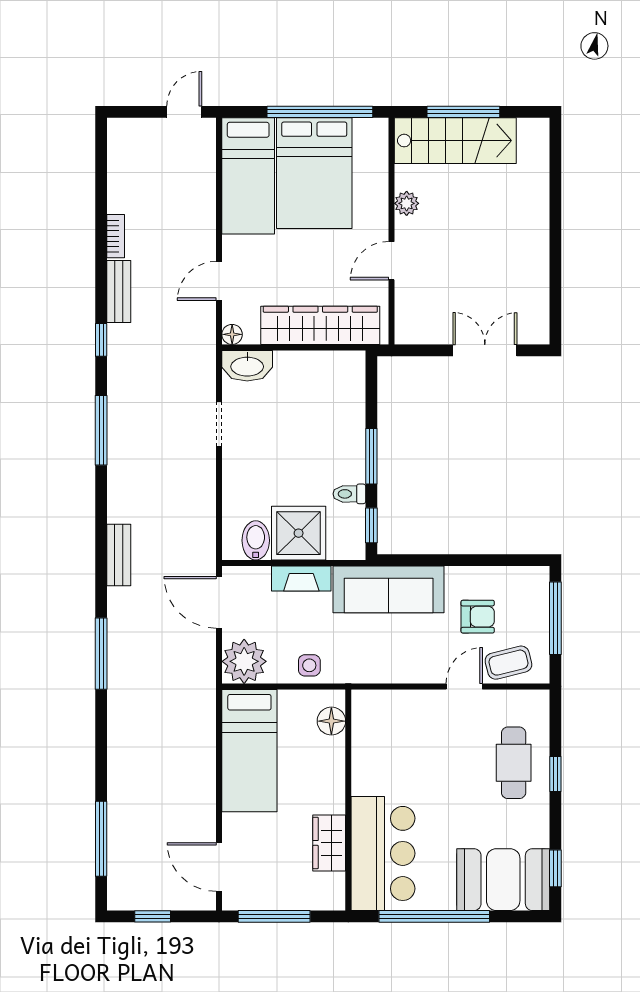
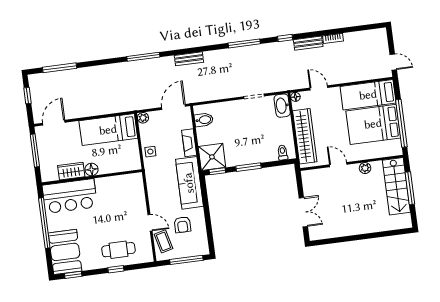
toilet: (349, 494) -> (283, 153), moved
shower: (299, 533) -> (212, 157), moved
plant: (244, 661) -> (143, 118), width x0.53, depth x0.53
floor lamp: (331, 721) -> (91, 169), moved

